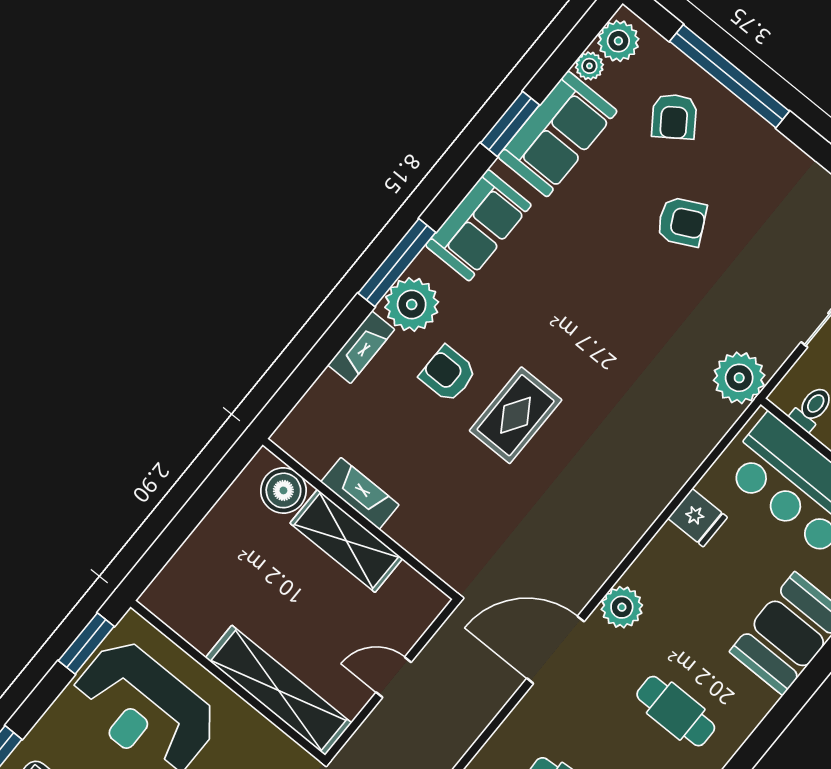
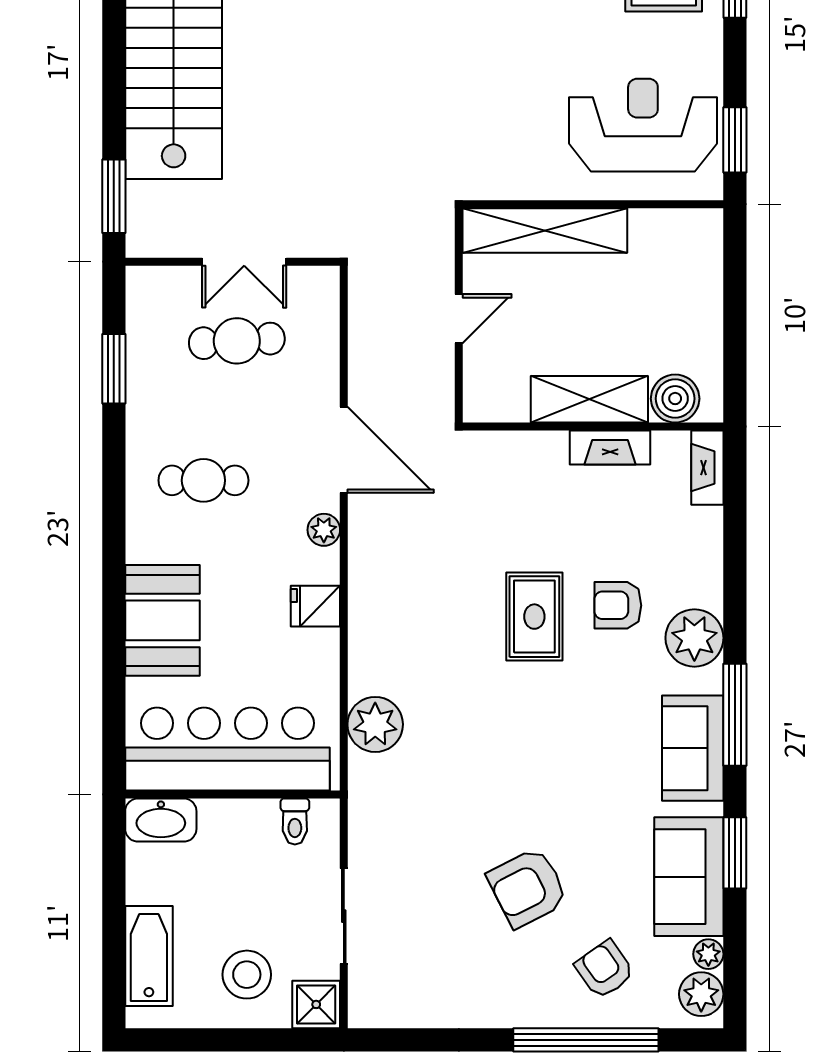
armchair: (682, 222) -> (528, 888), width x1.38, depth x1.38
window: (397, 263) -> (735, 715), moved
fireplace: (361, 347) -> (707, 468), moved
armchair: (448, 374) -> (618, 605), turned 180
plant: (739, 378) -> (375, 724), moved
fridge: (698, 518) -> (315, 606), moved
plant: (622, 607) -> (324, 530), width x0.73, depth x0.73
door: (555, 650) -> (344, 450), hinge flipped

